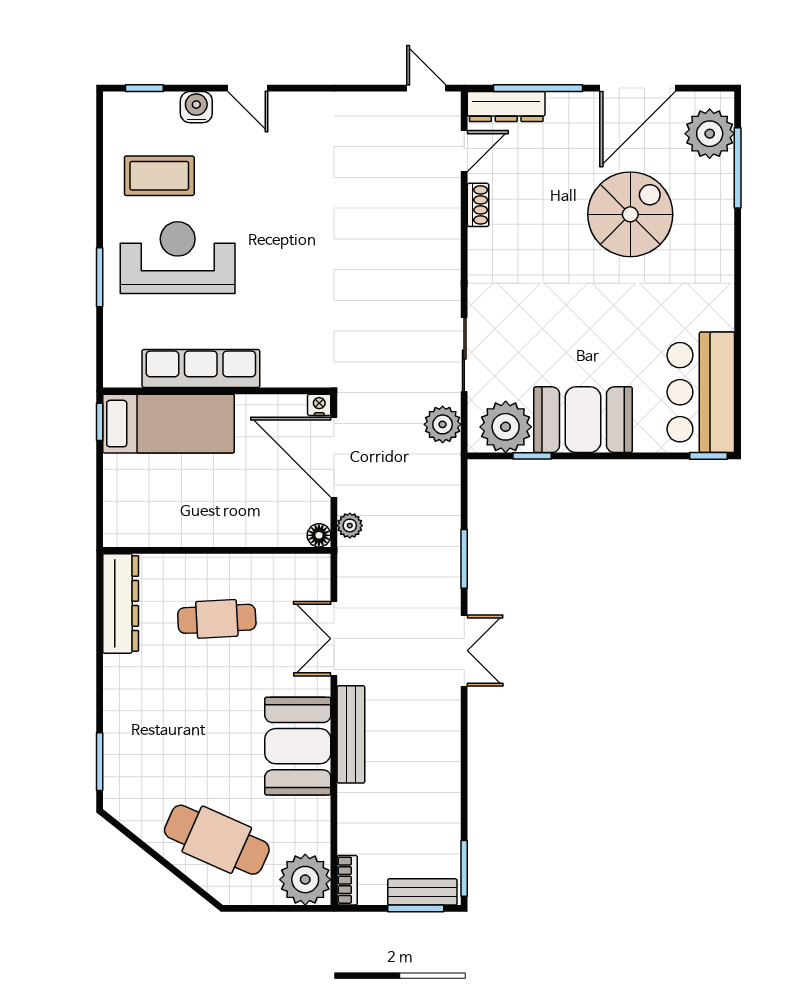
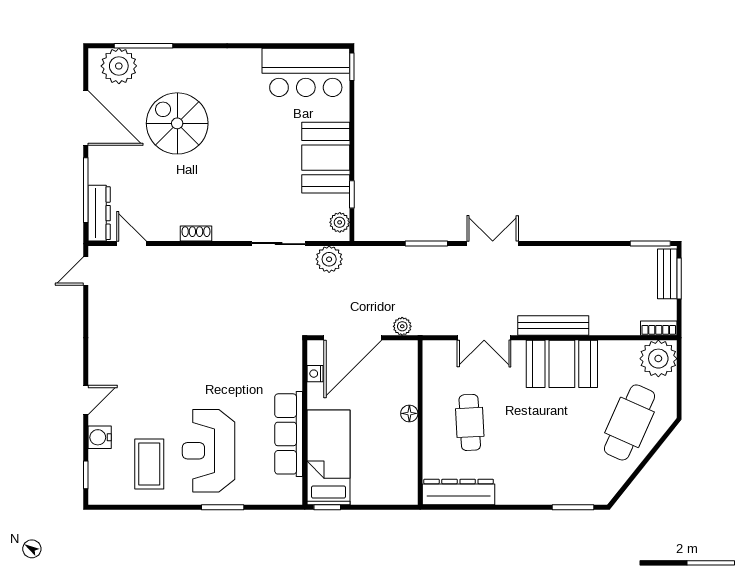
shoe rack: (478, 205) -> (196, 234), moved
nightstand: (319, 405) -> (315, 374), moved
plant: (506, 427) -> (340, 222), width x0.53, depth x0.53
floor lamp: (319, 535) -> (409, 413), moved

